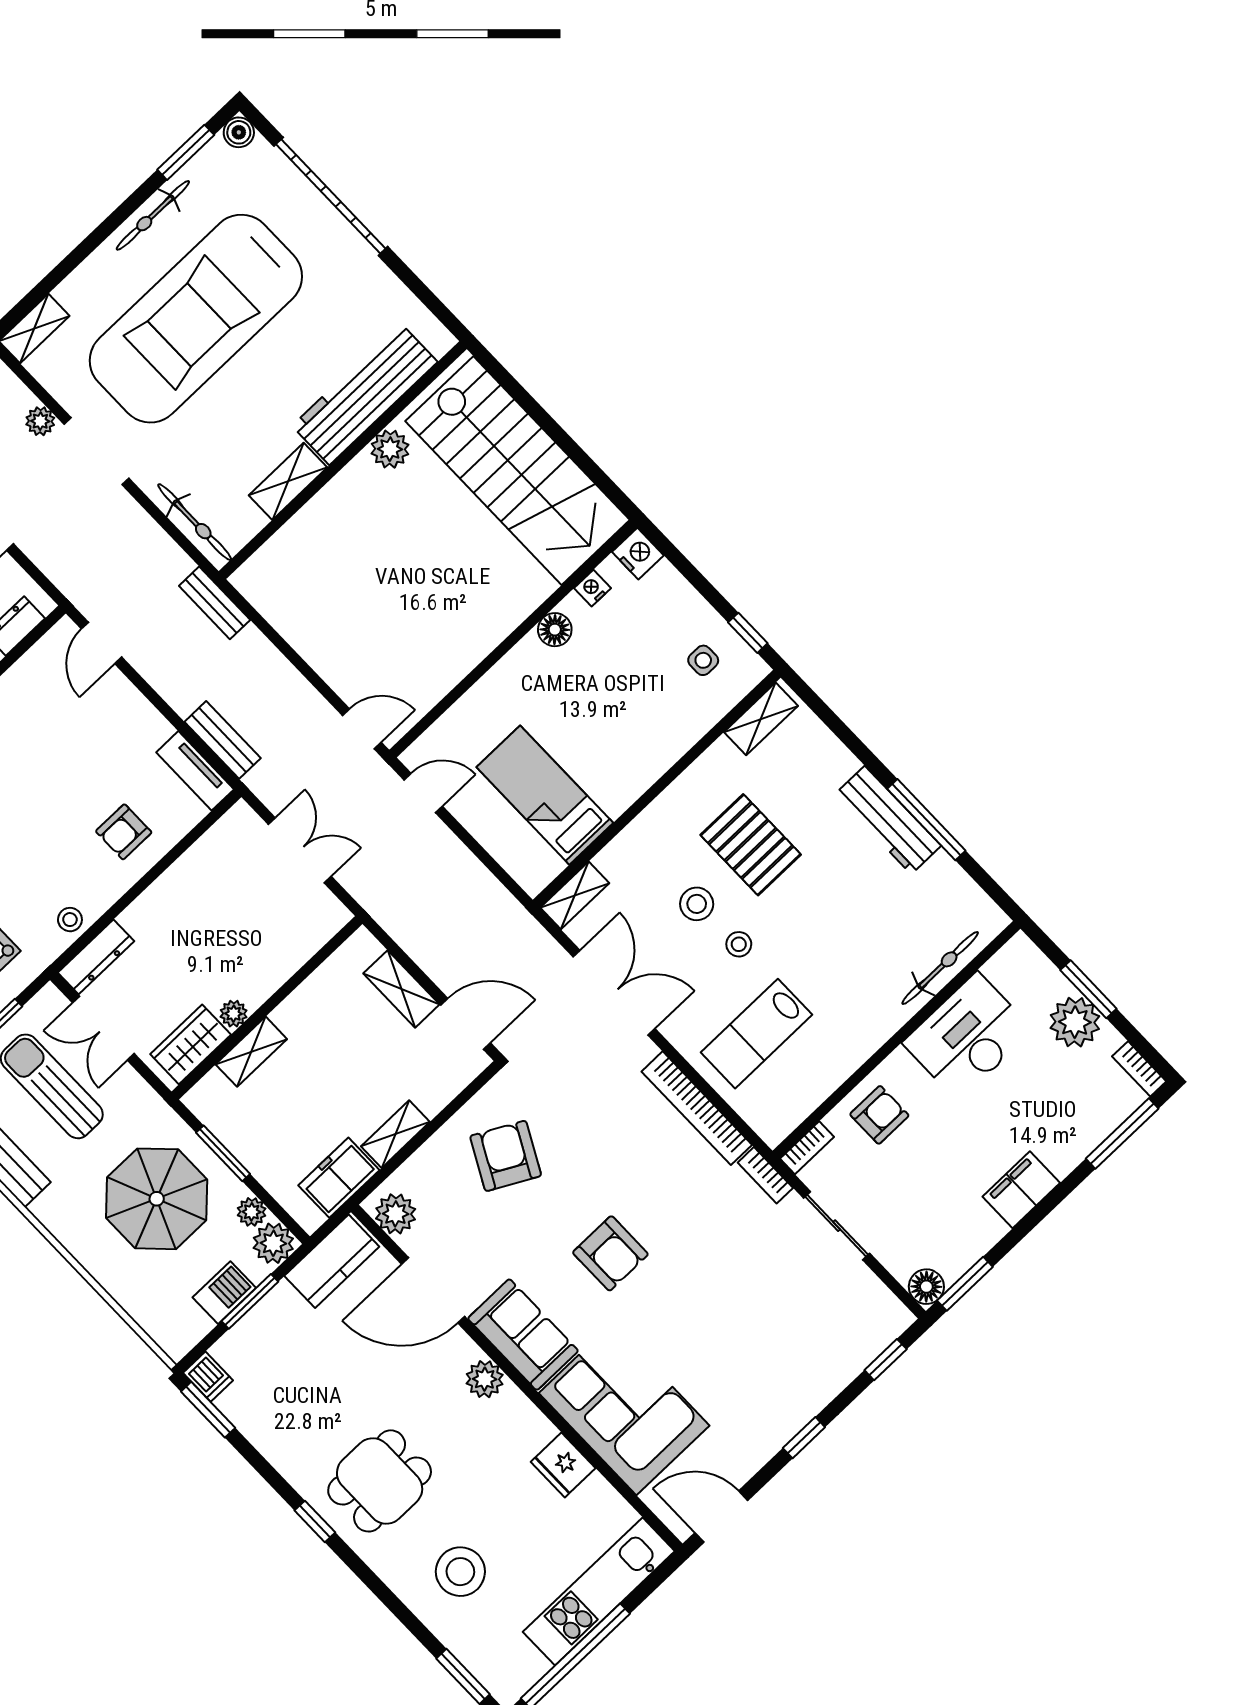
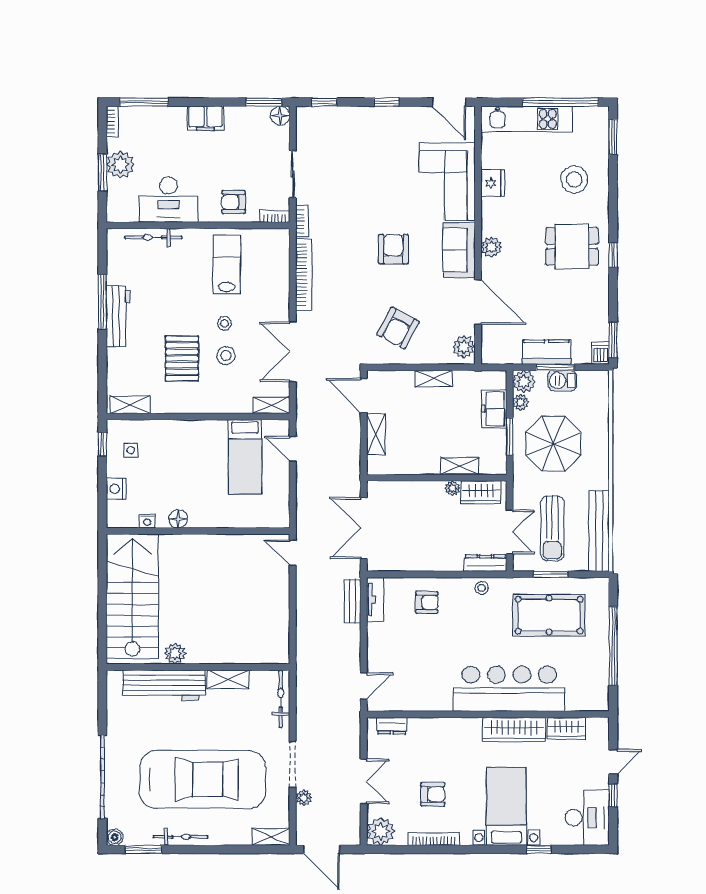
nightstand: (638, 554) -> (116, 489), moved
bench: (215, 603) -> (303, 659), removed
door: (423, 793) -> (293, 449), moved
double door: (300, 850) -> (364, 528), width x1.37
lab bench: (756, 1034) -> (227, 265), moved, turned -90
freezer: (339, 1178) -> (494, 409), moved, turned 90
kitchen counter: (332, 1261) -> (547, 352), moved

